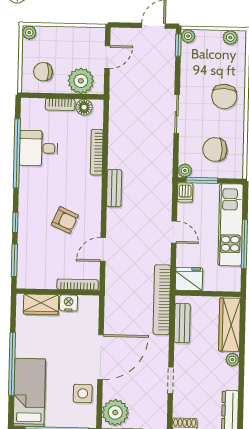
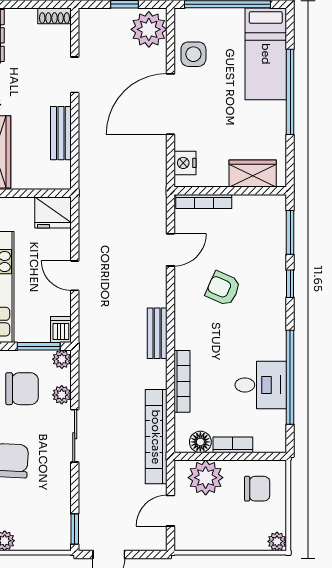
plant: (188, 36) -> (62, 395), moved
bookcase: (162, 300) -> (156, 437), moved, turned 180
nightstand: (69, 303) -> (185, 163), moved, turned 90
bench: (182, 323) -> (61, 133), moved

